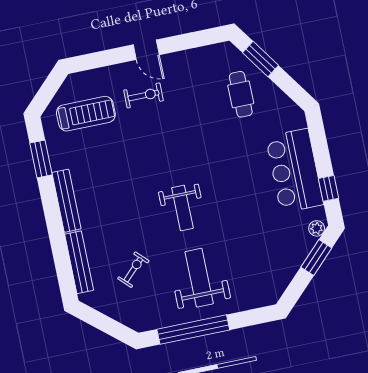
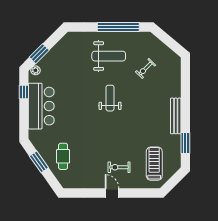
window: (260, 59) -> (39, 162), moved
treadmill: (86, 114) -> (154, 164), turned 90
bench: (79, 262) -> (176, 79), removed
weight bench: (199, 278) -> (109, 56), turned -90

